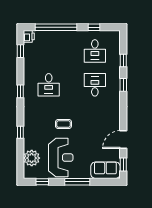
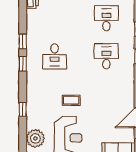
window: (20, 51) -> (23, 41), moved
desk: (95, 51) -> (106, 18), turned 180

